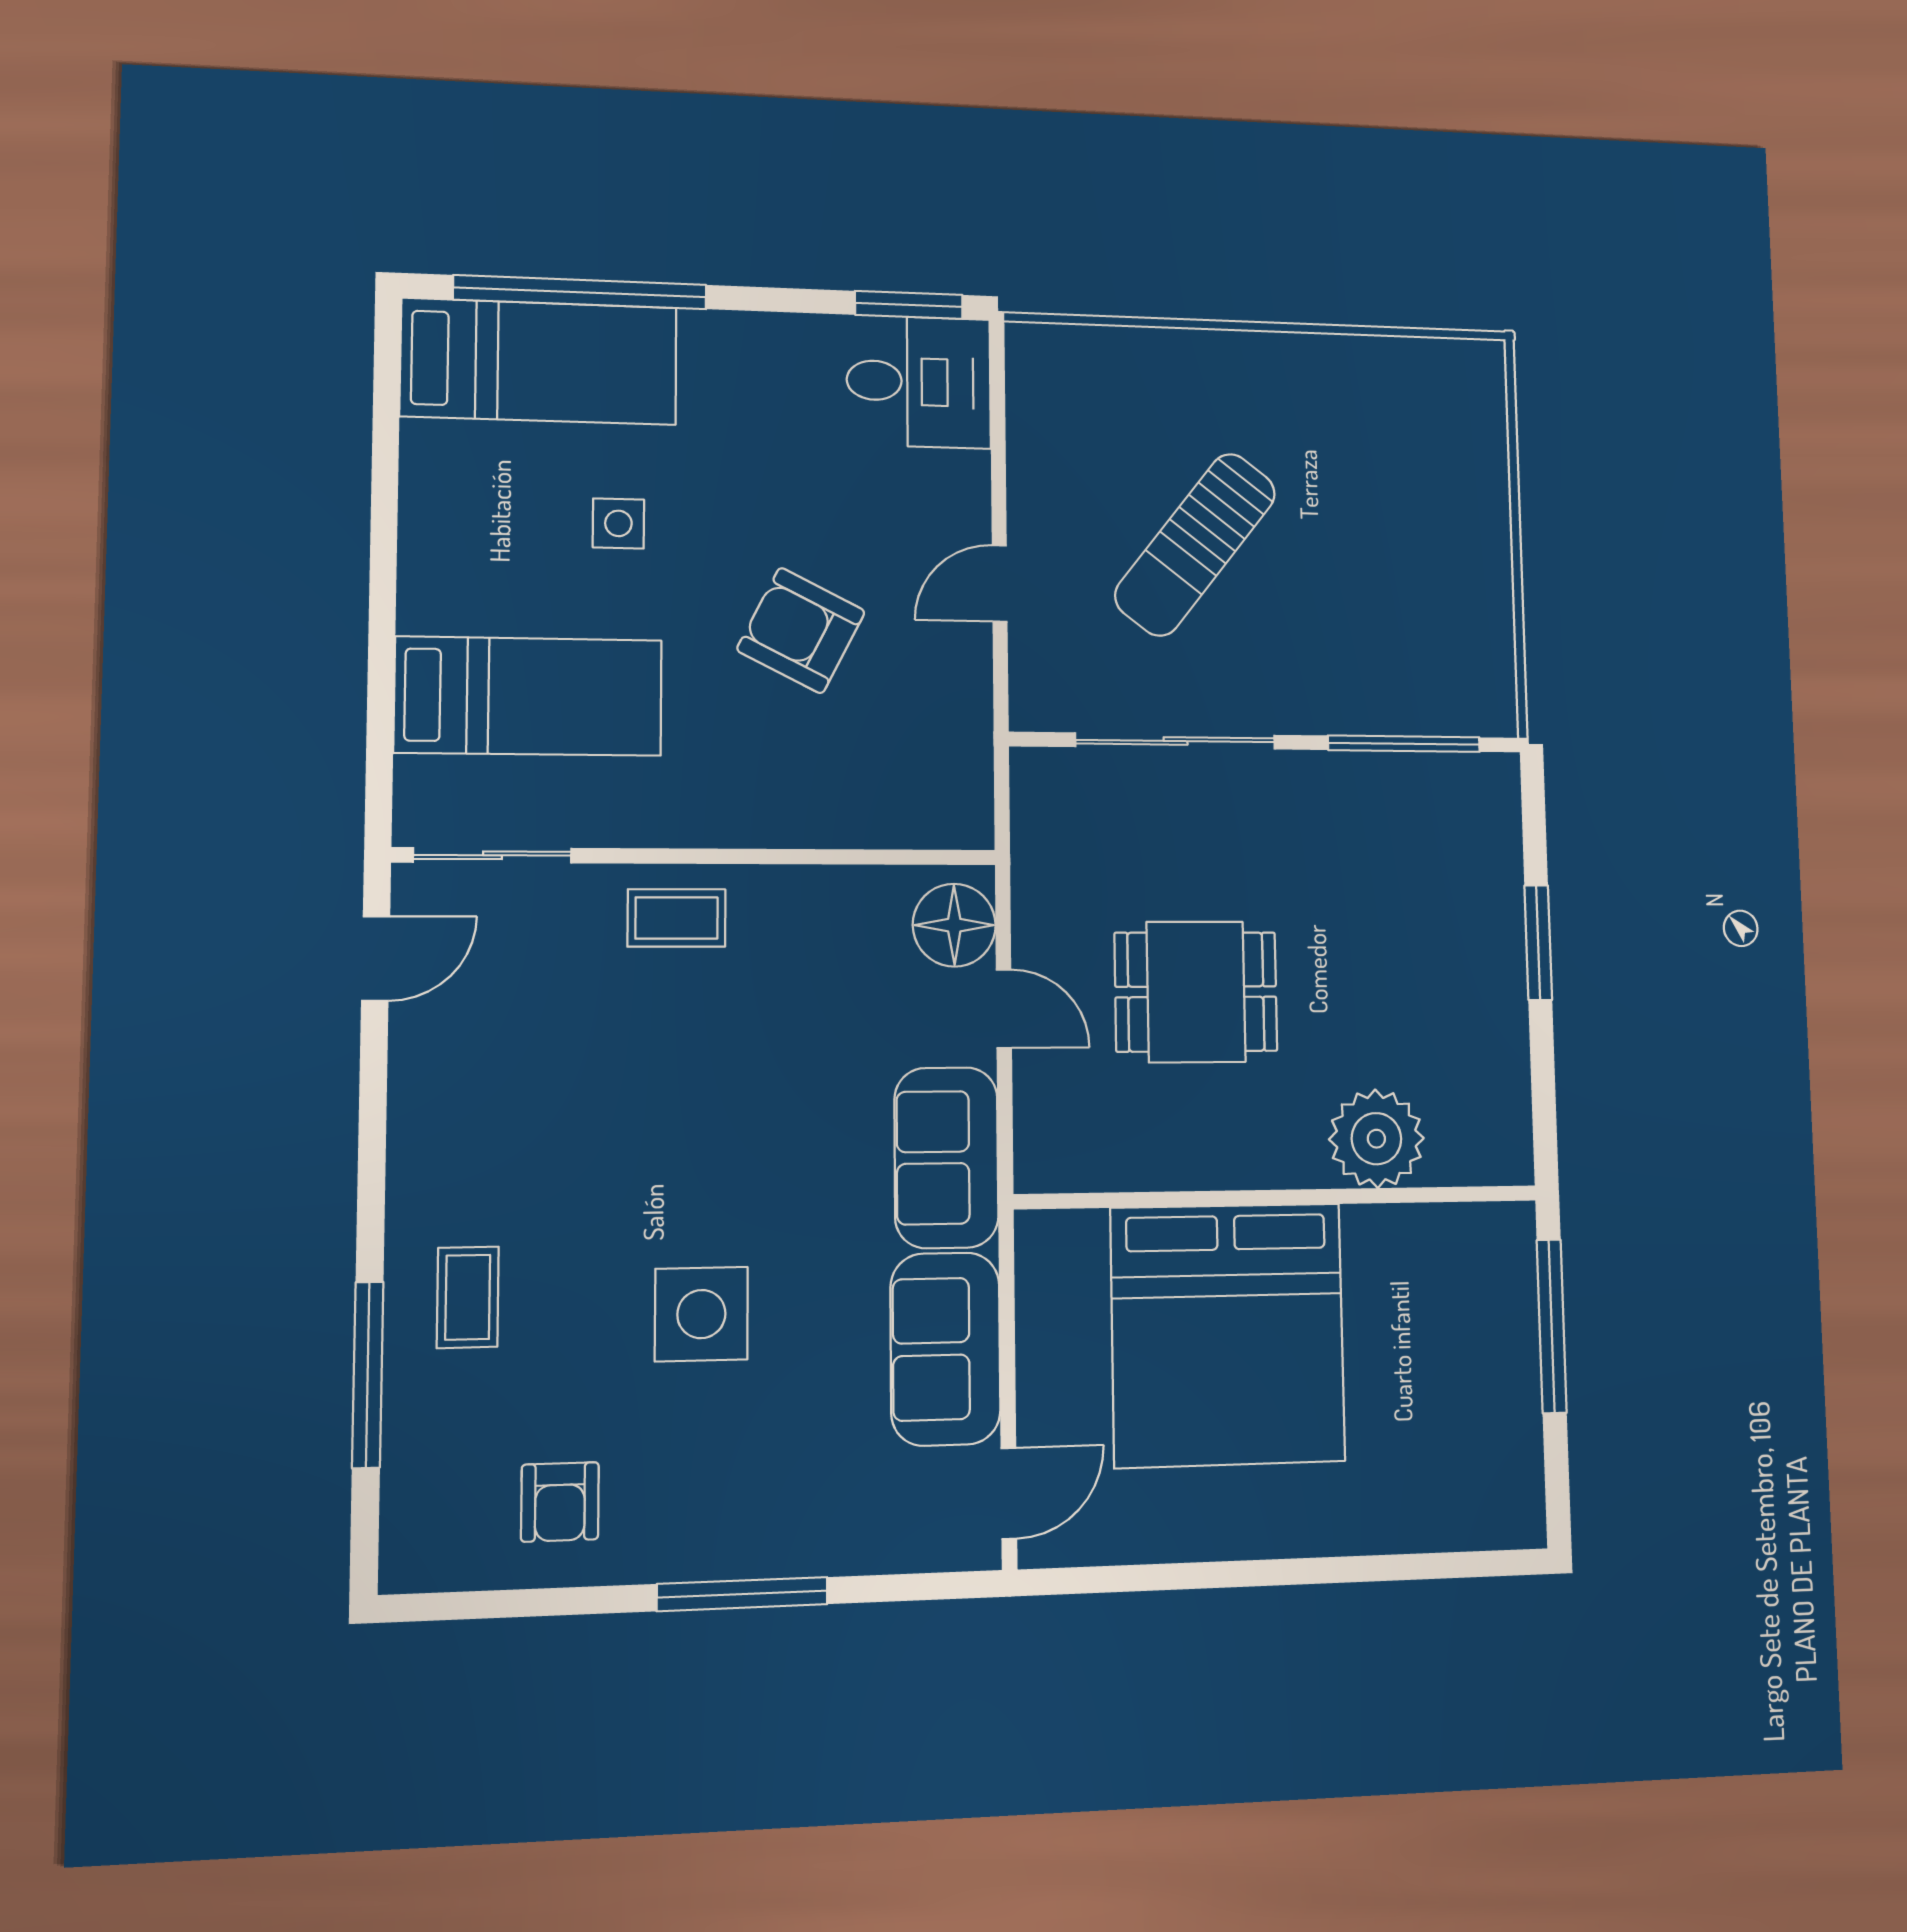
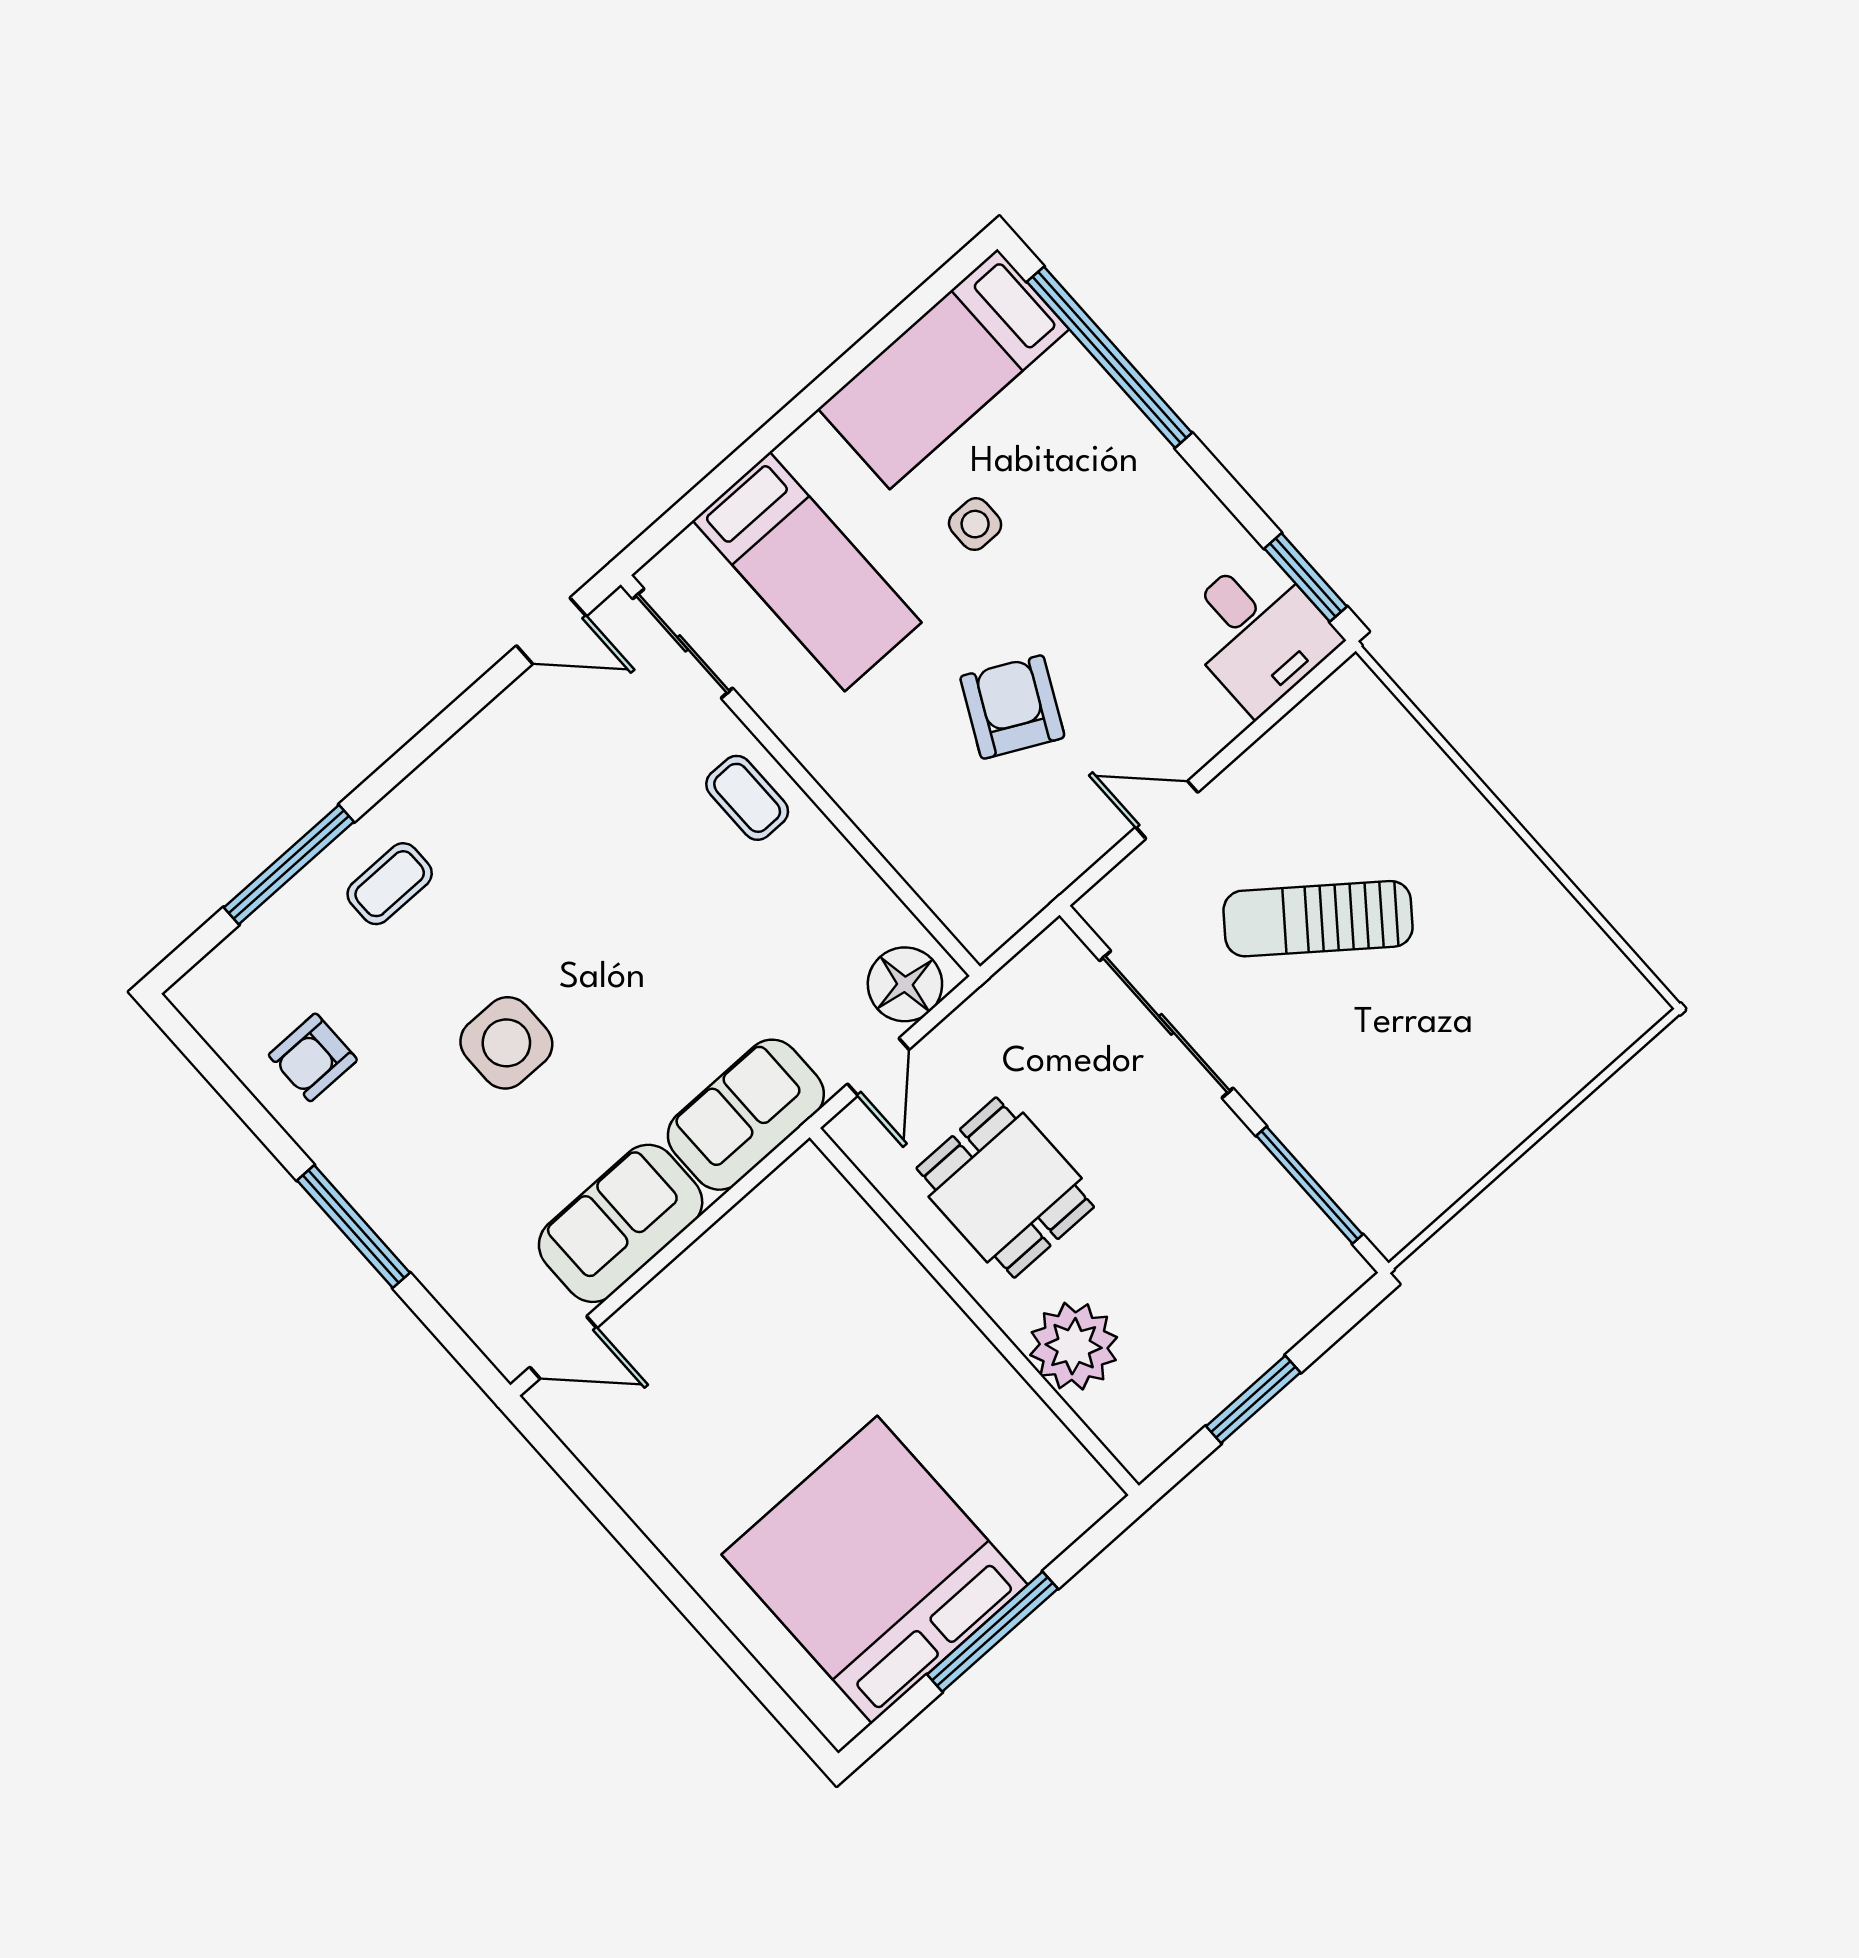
bed: (539, 362) -> (944, 369), moved, turned 90
plant: (1376, 1139) -> (1074, 1346), moved
wall: (1279, 1197) -> (974, 1312), moved
bed: (1228, 1335) -> (875, 1570), moved, turned 90

